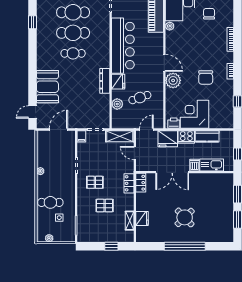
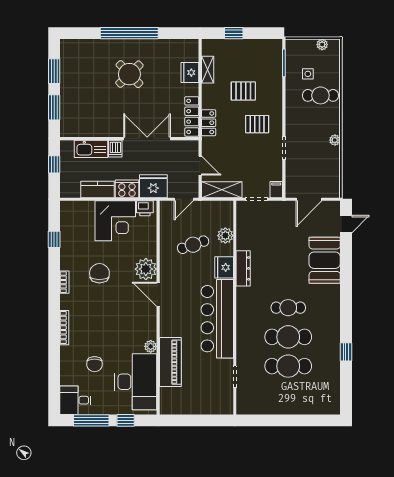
locker: (141, 183) -> (192, 116), width x1.53

